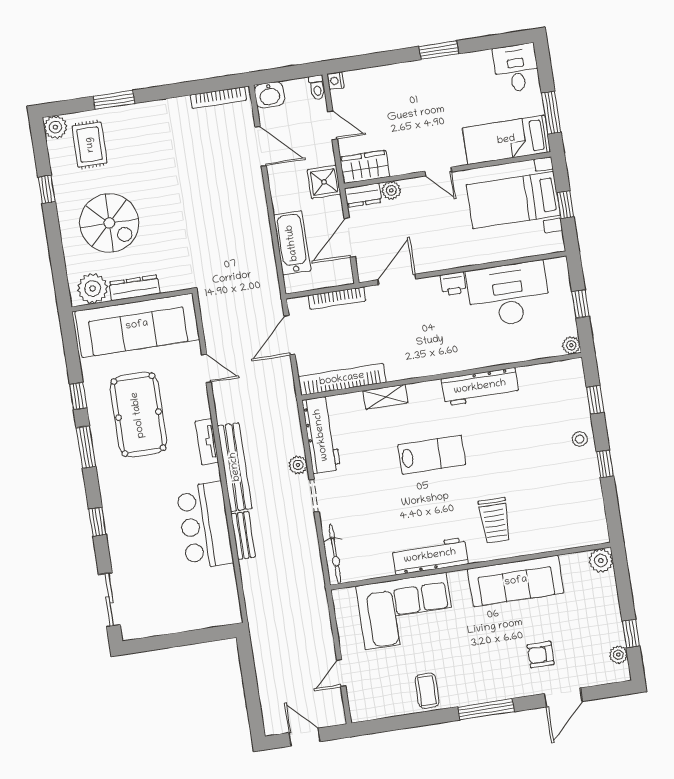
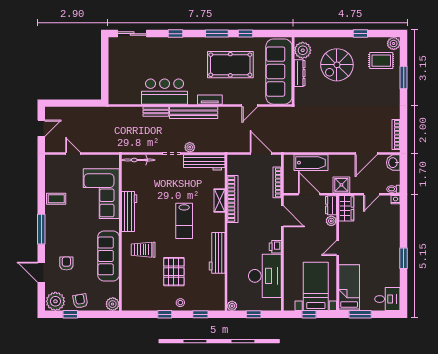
bookcase: (342, 379) -> (233, 199), moved
pallet: (526, 459) -> (174, 272), added
armchair: (604, 619) -> (80, 301), added
plant: (618, 655) -> (55, 301), width x1.88, depth x1.88

